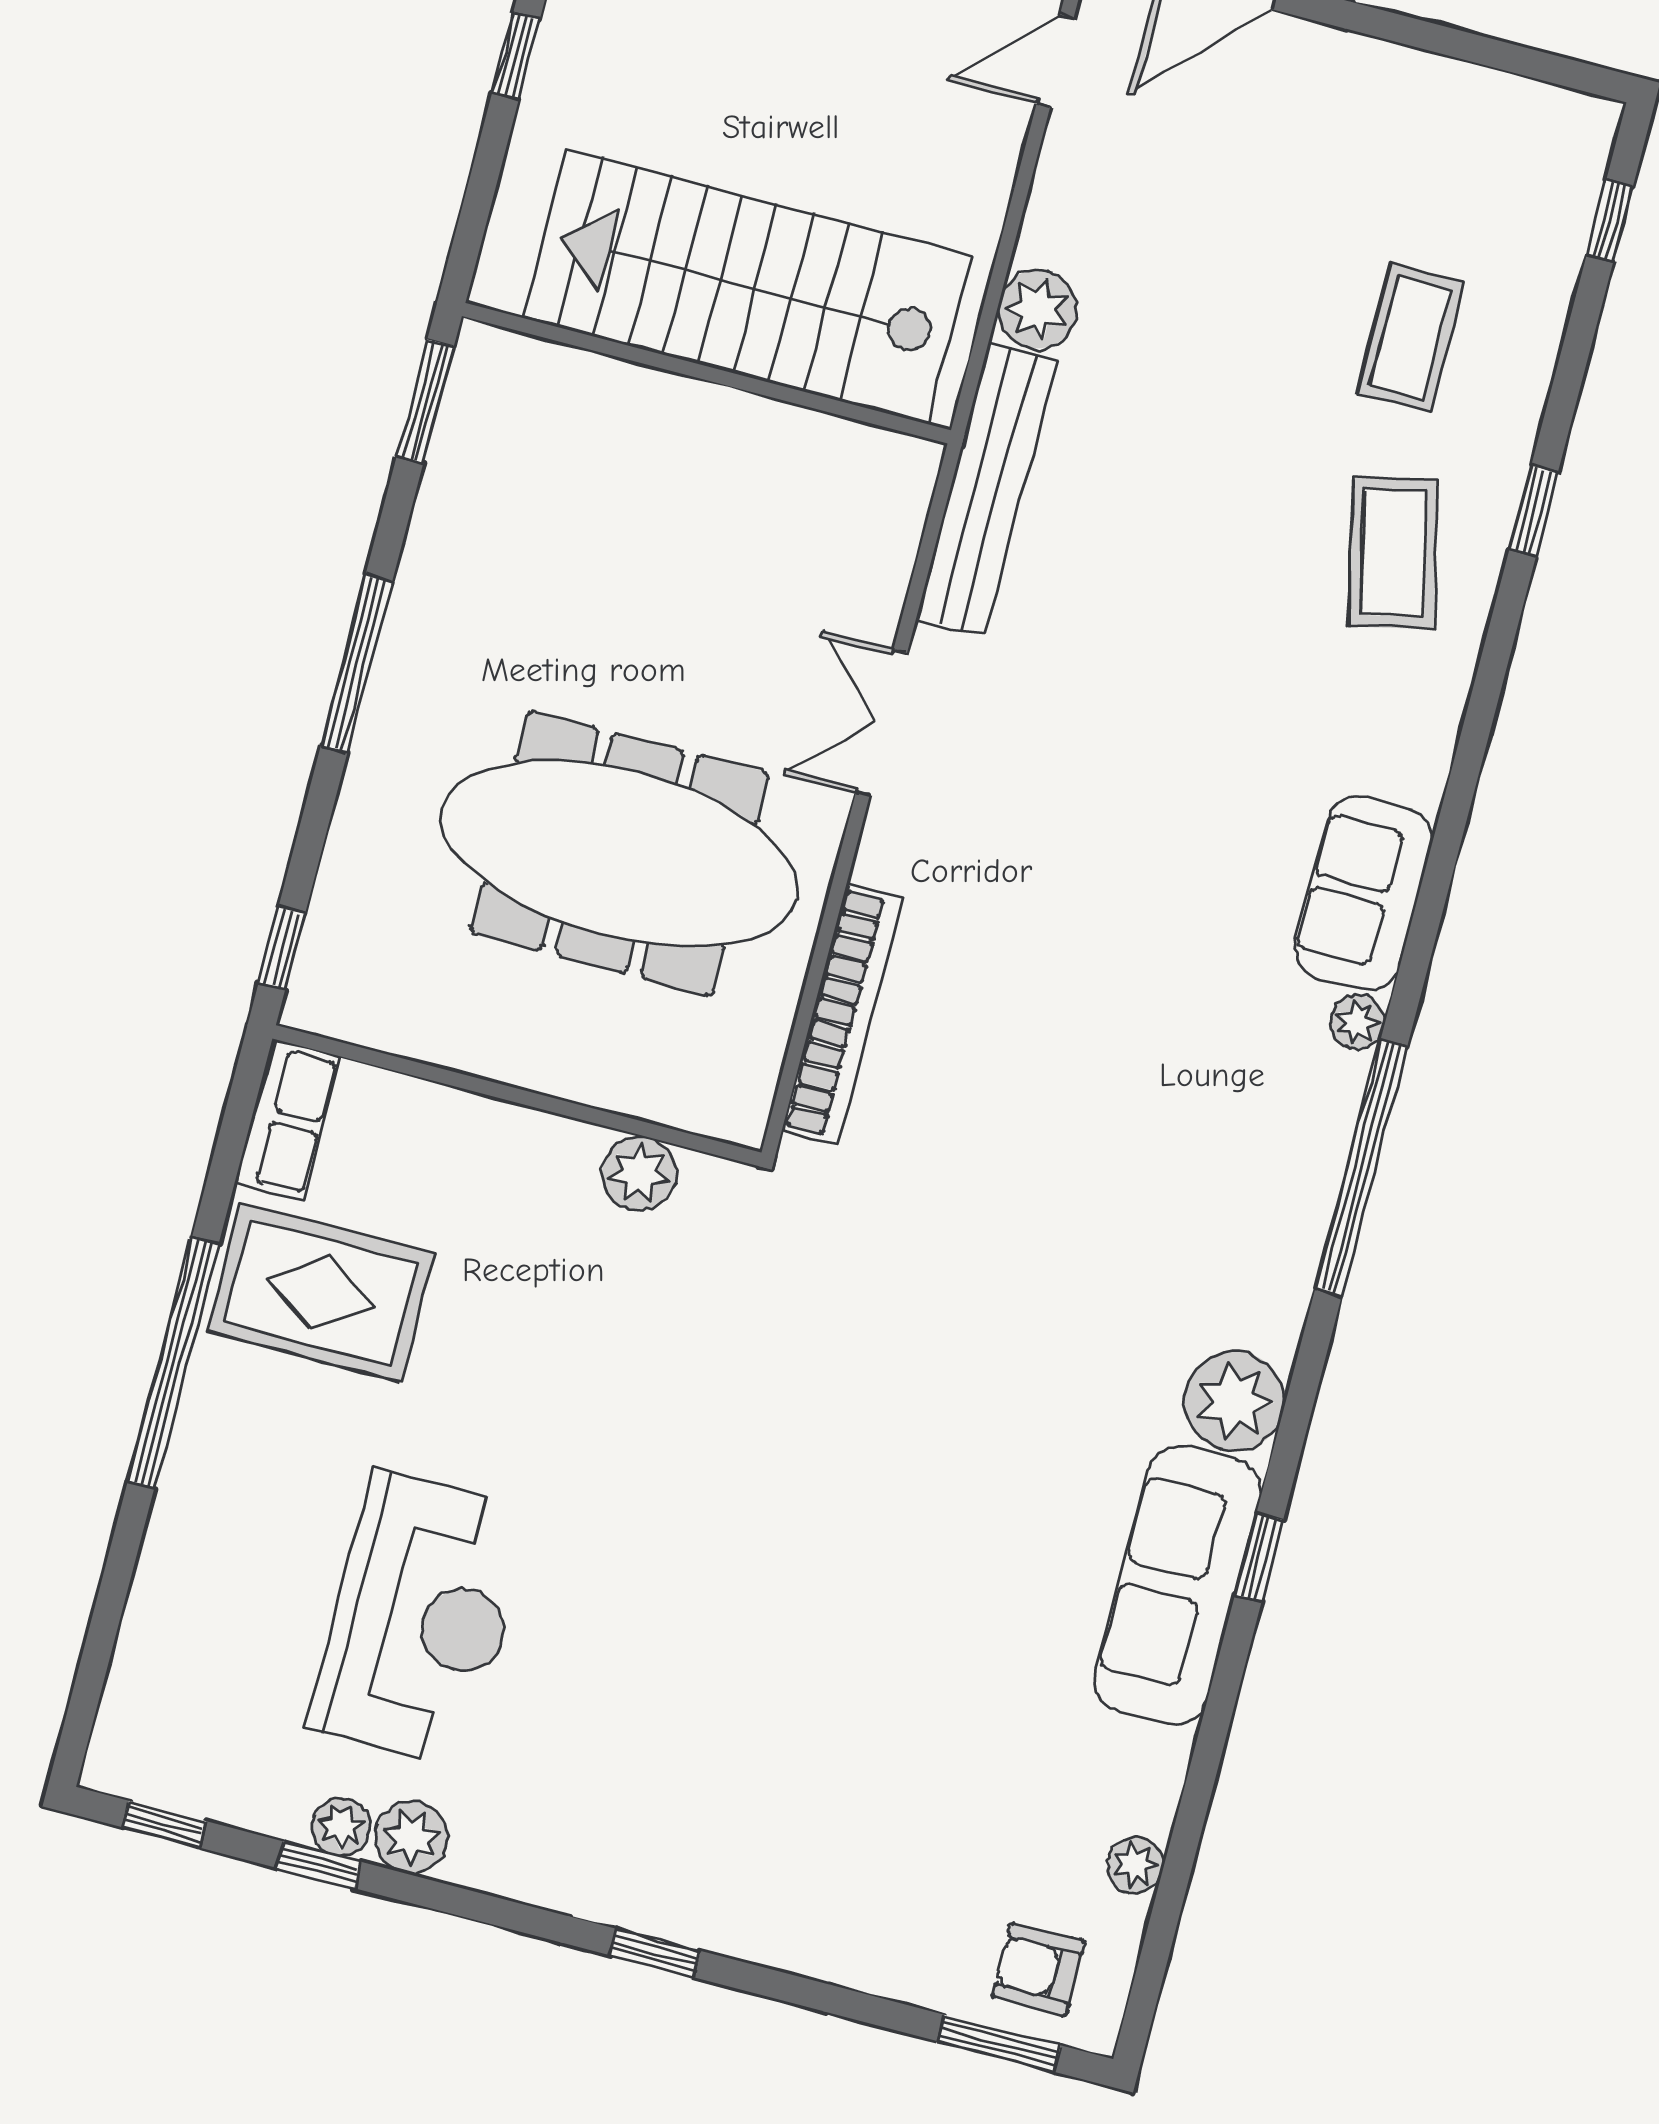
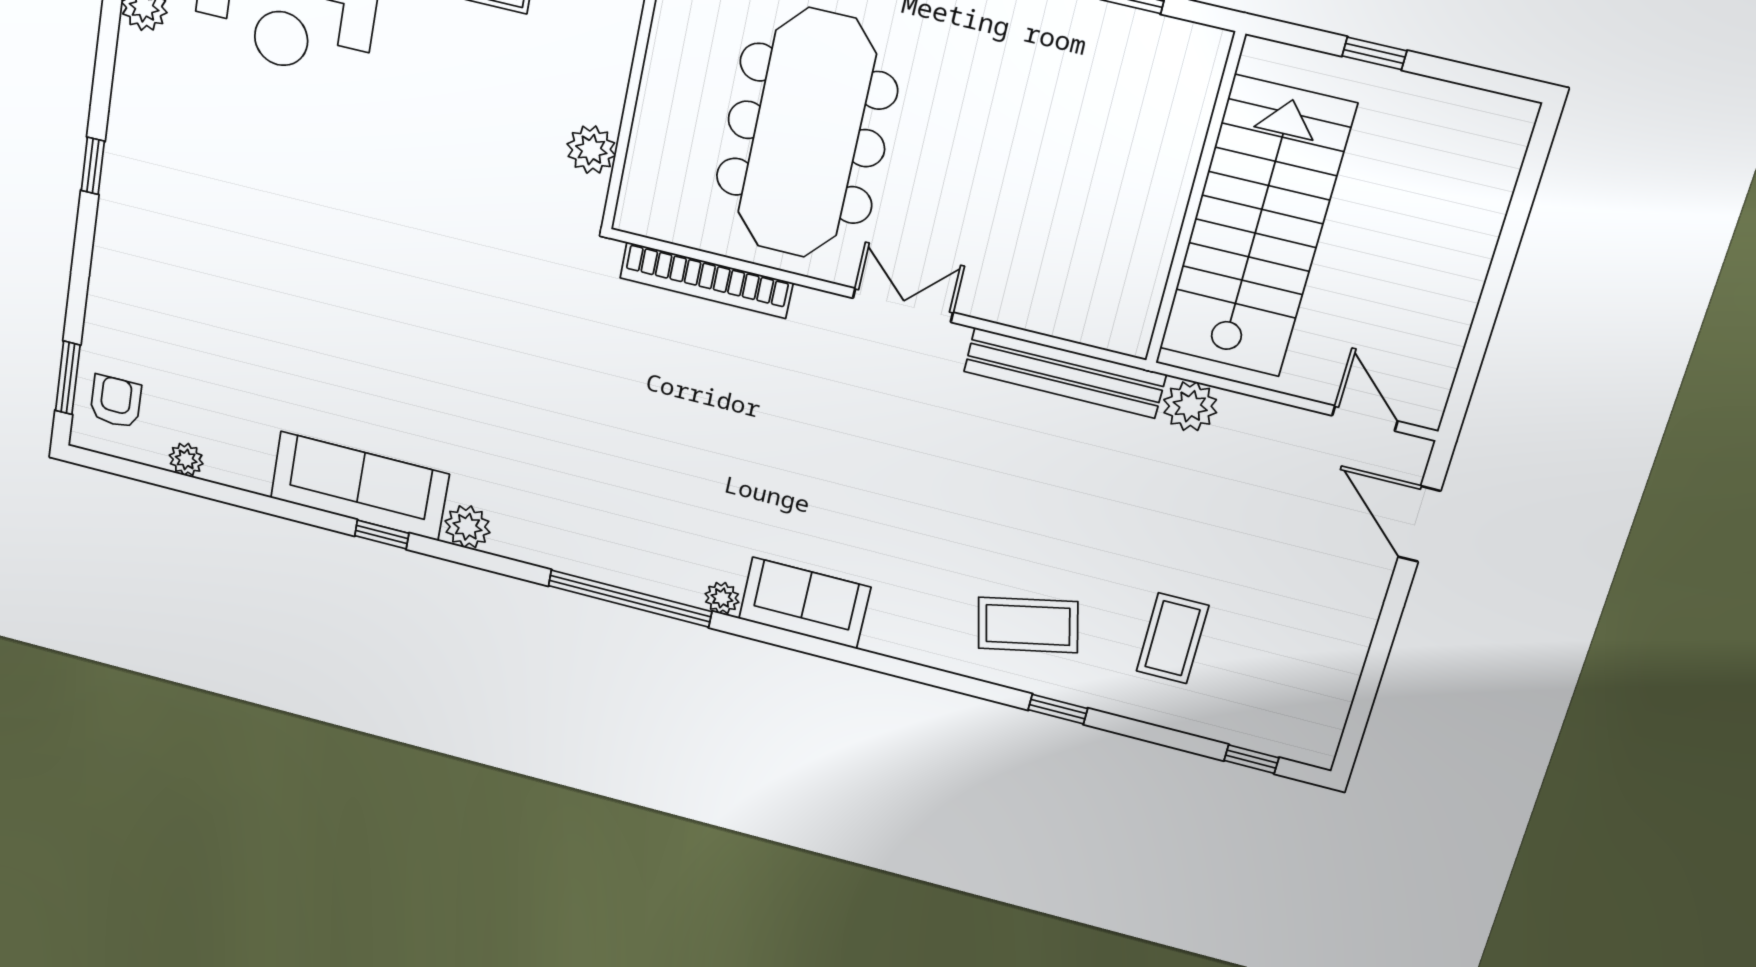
stairs: (747, 287) -> (1257, 228), moved
coffee table: (1410, 337) -> (1172, 638), turned 90
wall: (706, 373) -> (1195, 201), moved
plant: (1234, 1401) -> (467, 527), width x0.73, depth x0.73

